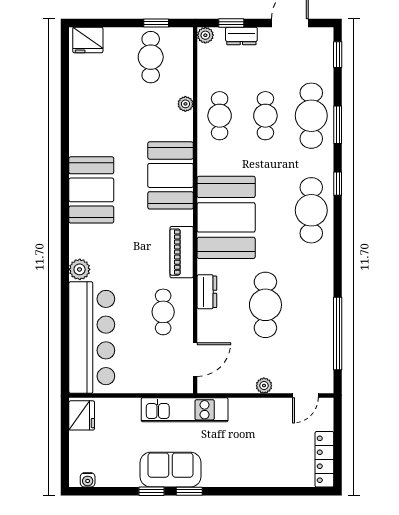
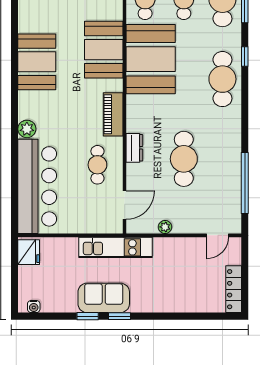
booth: (226, 217) -> (151, 59), moved
plant: (264, 386) -> (165, 227), moved

